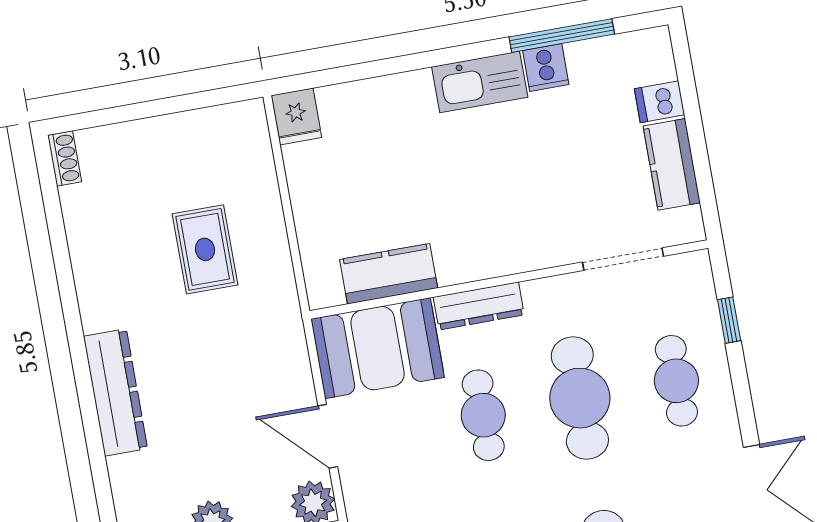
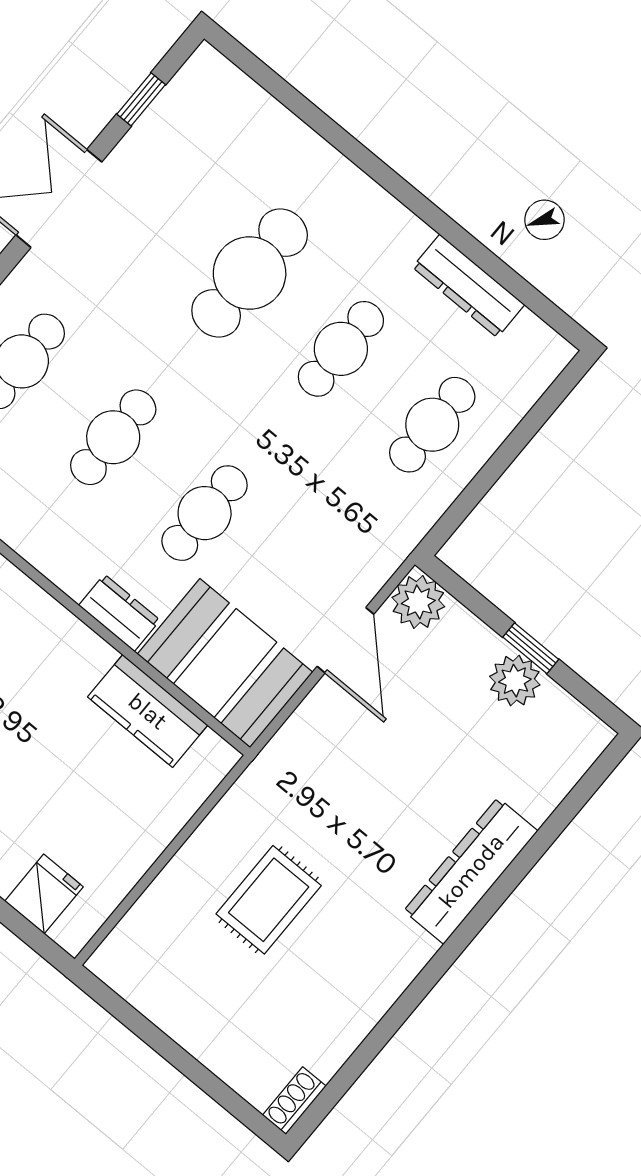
fridge: (296, 116) -> (44, 894), moved
dresser: (479, 306) -> (119, 613), width x0.70
cafe table: (580, 398) -> (113, 437), width x0.73, depth x0.74

